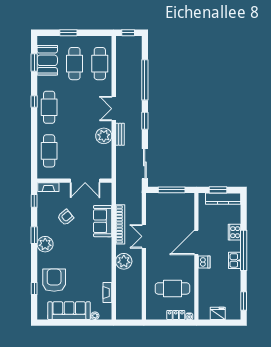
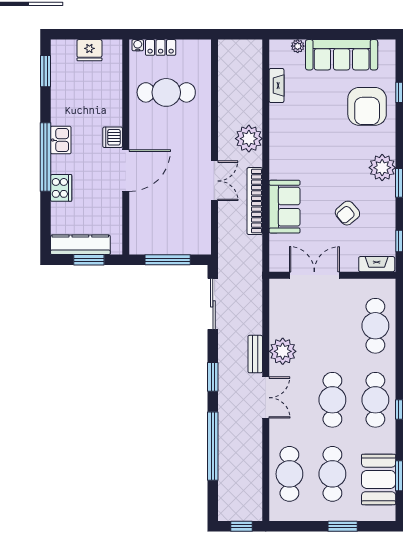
cafe table: (74, 107) -> (332, 400), added

